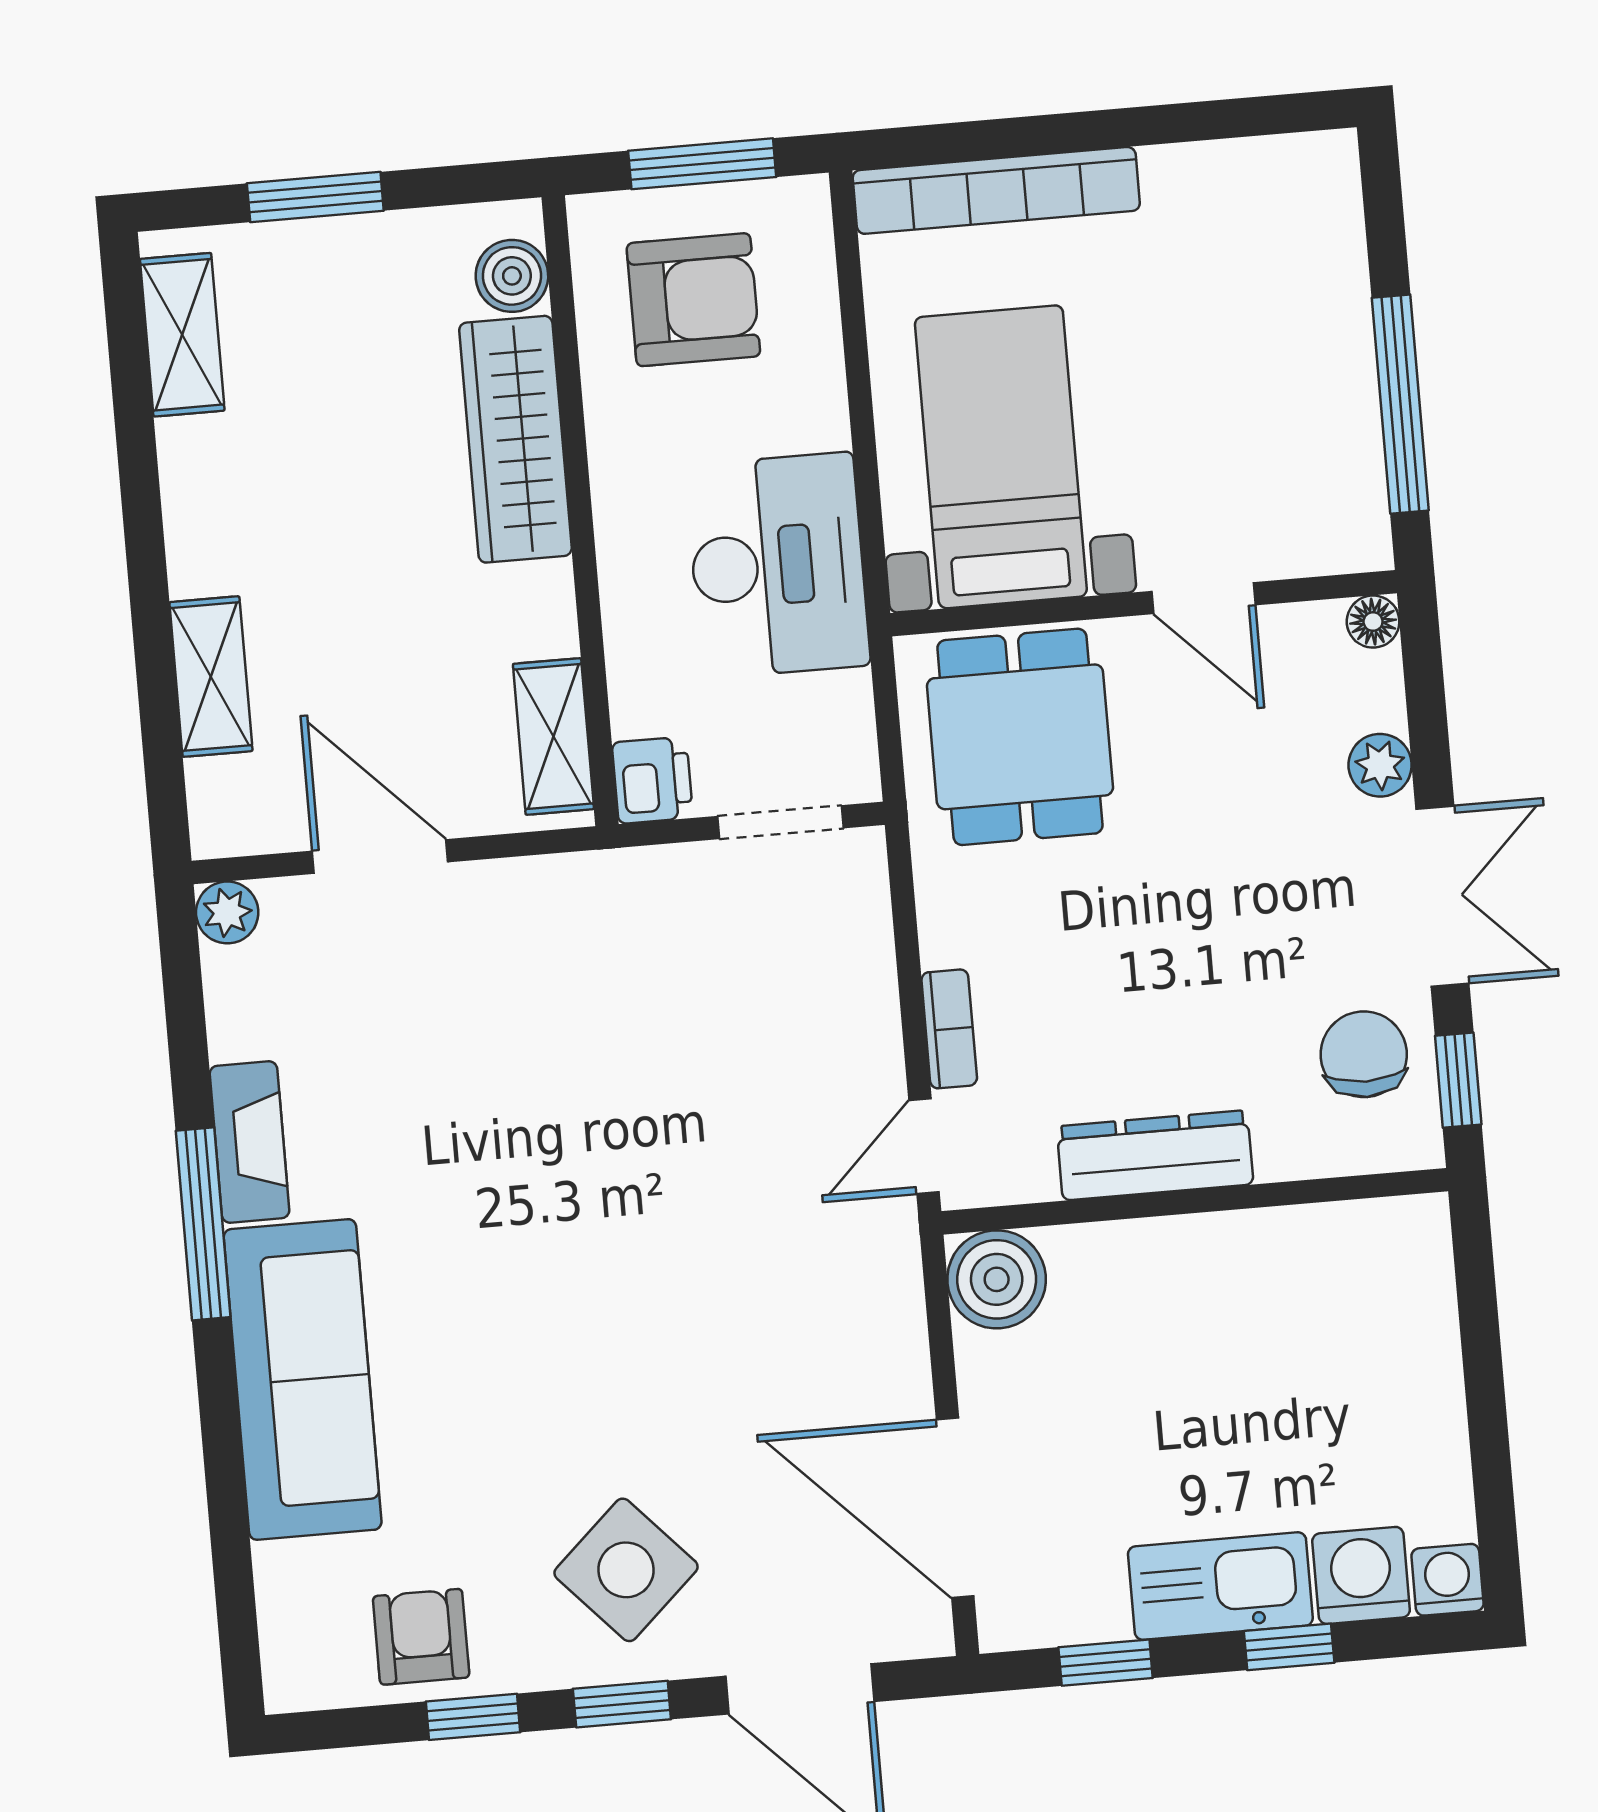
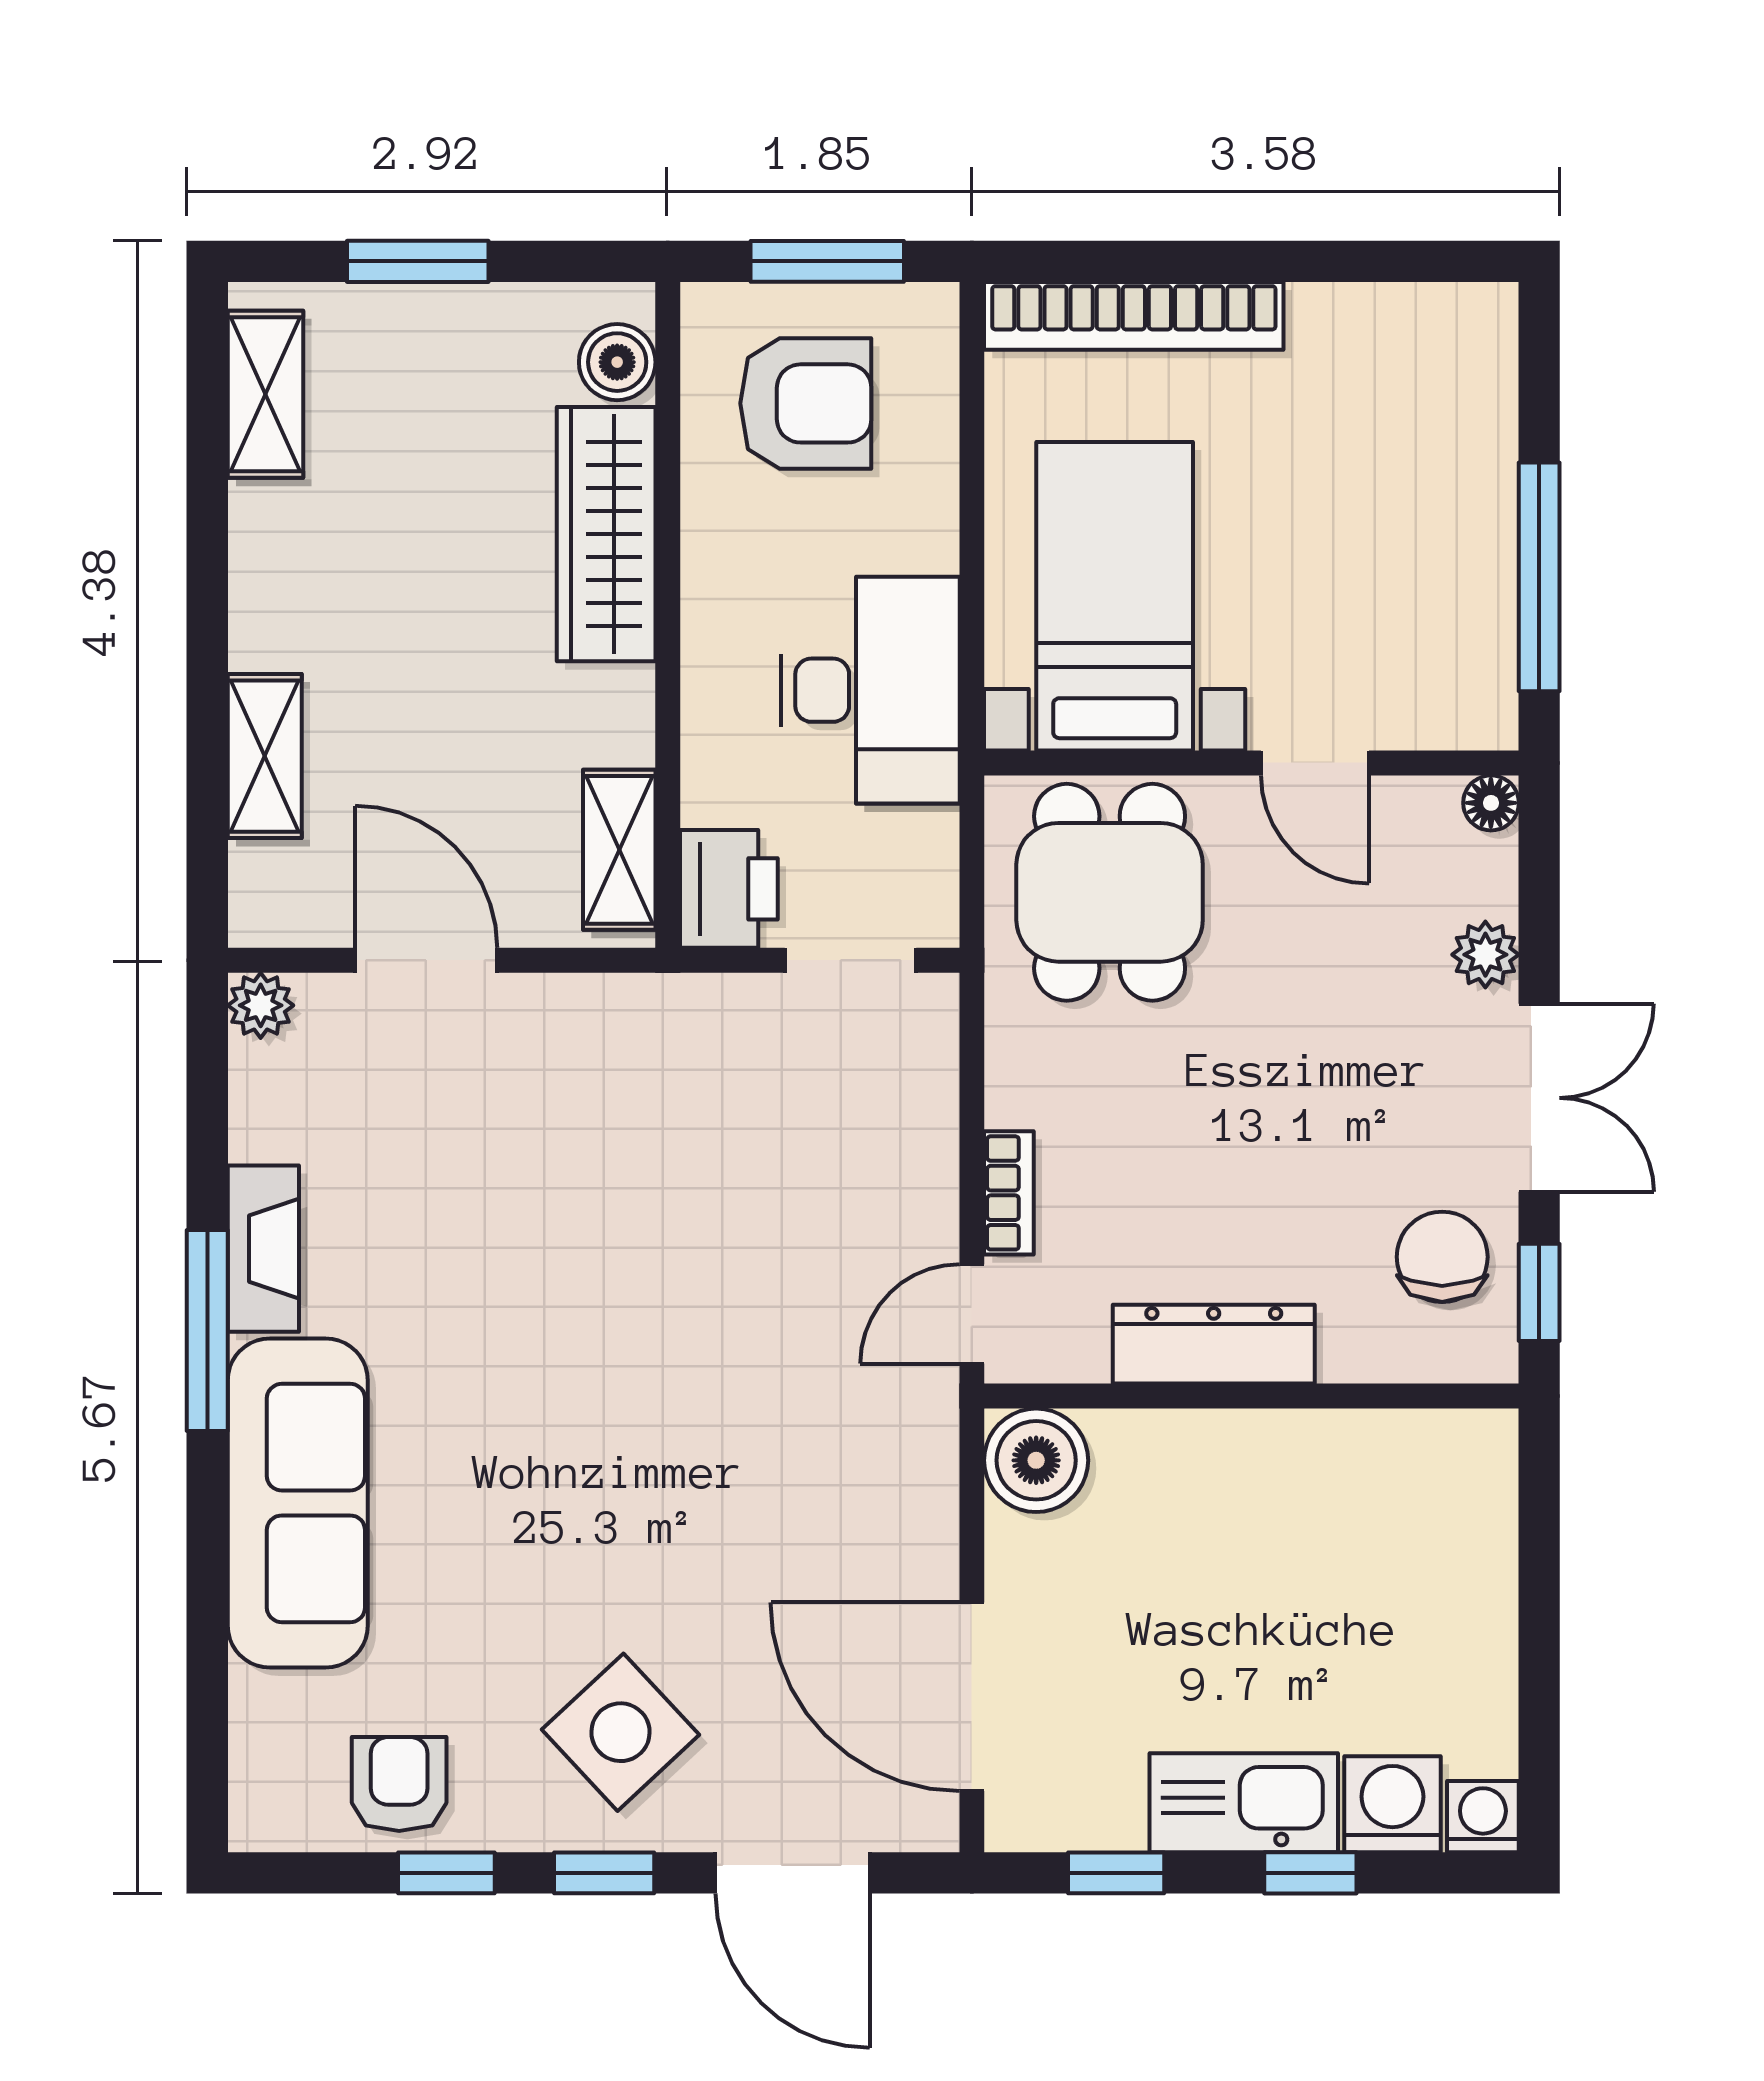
printer: (652, 780) -> (729, 889), width x1.36, depth x1.24

